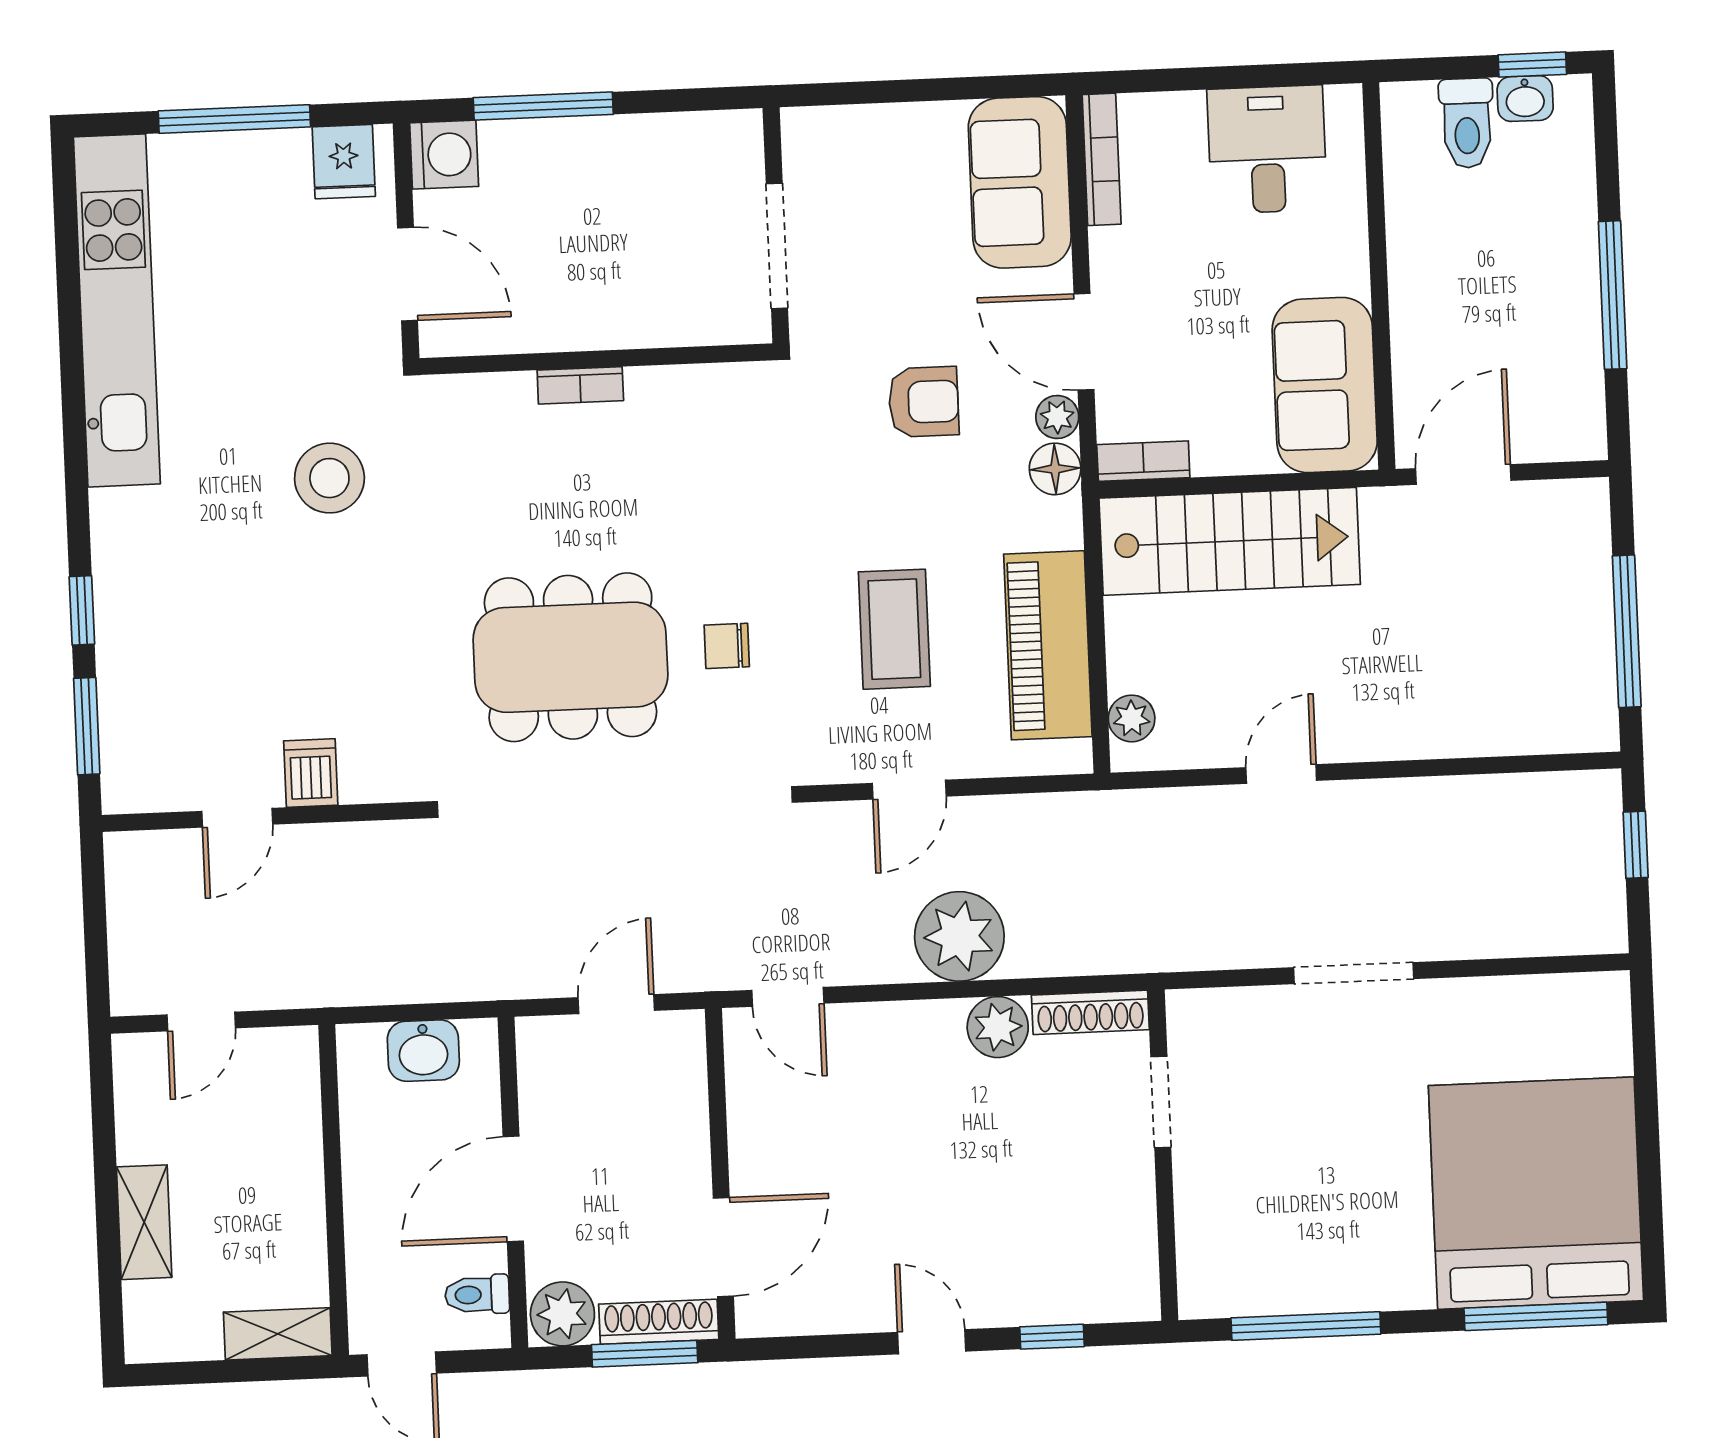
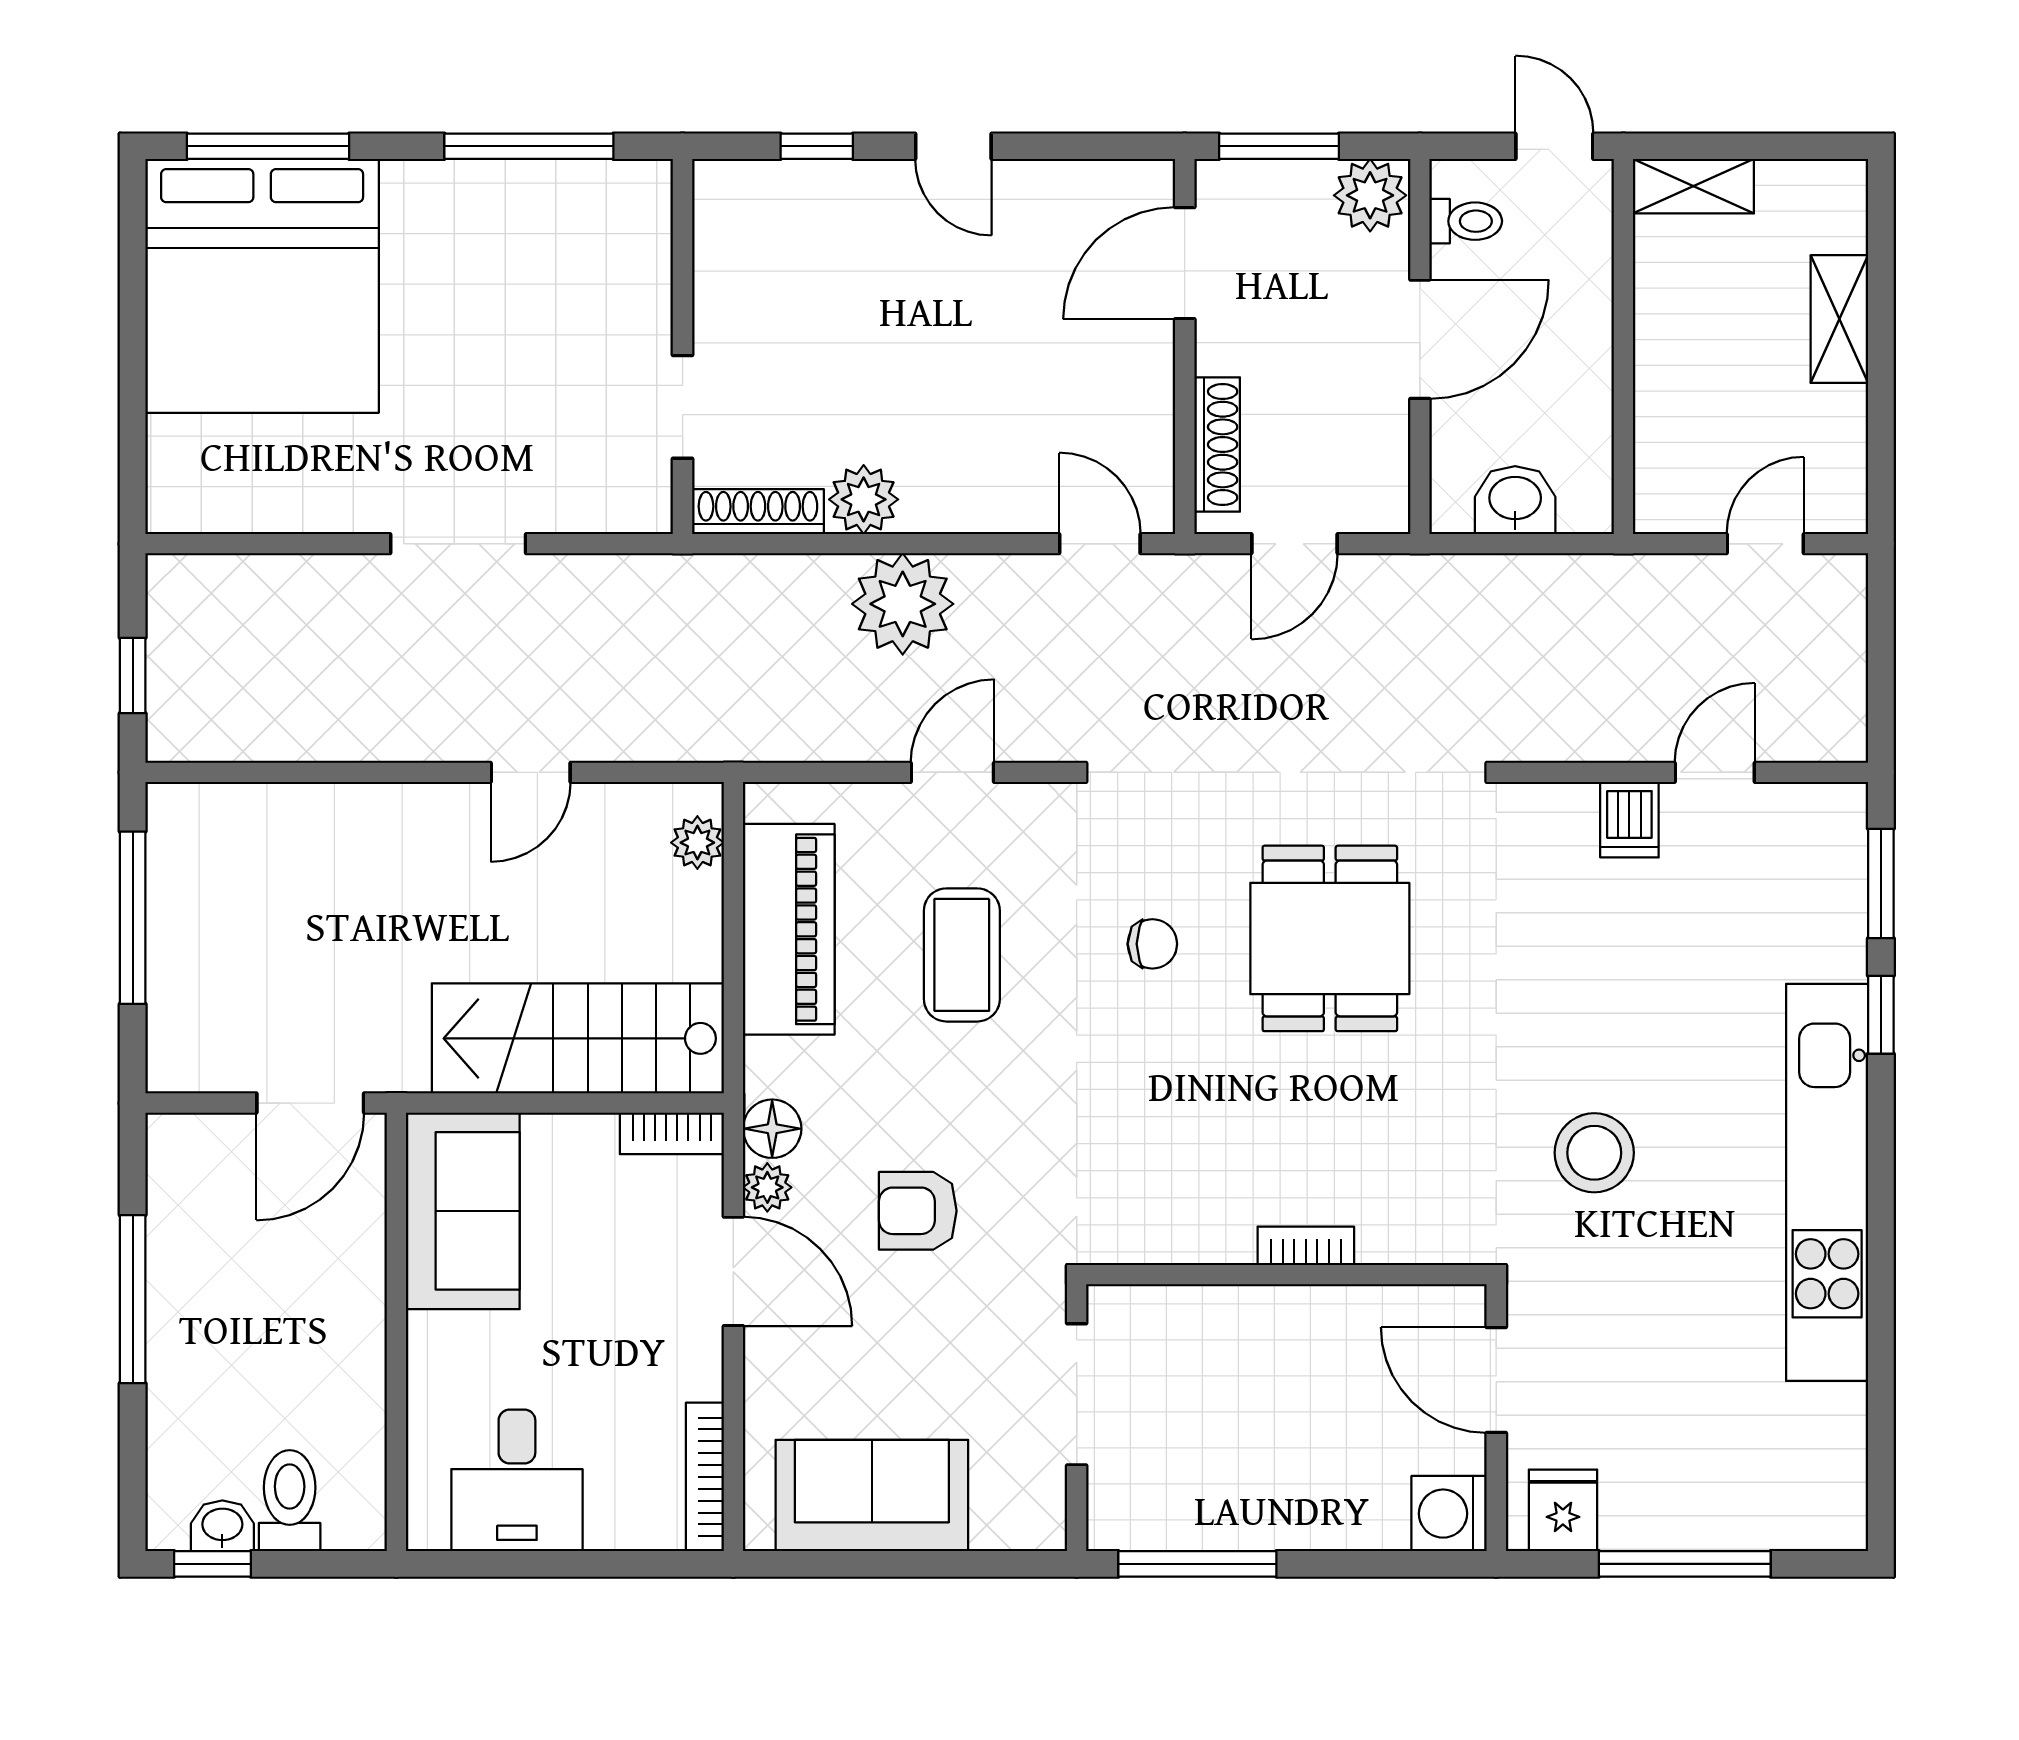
window: (543, 106) -> (1197, 1564), moved
sofa: (1020, 182) -> (872, 1496), moved, turned -90
kitchen unit: (117, 310) -> (1827, 1182), moved
dining table: (570, 657) -> (1330, 938), width x0.73
shoe rack: (659, 1322) -> (1217, 445), moved, turned -90

